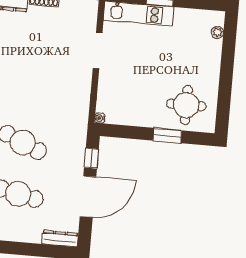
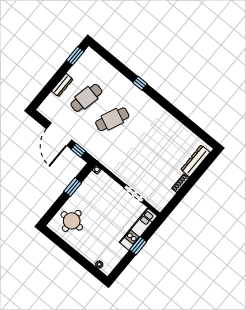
window: (167, 136) -> (73, 187), moved
dresser: (60, 239) -> (62, 85), moved

